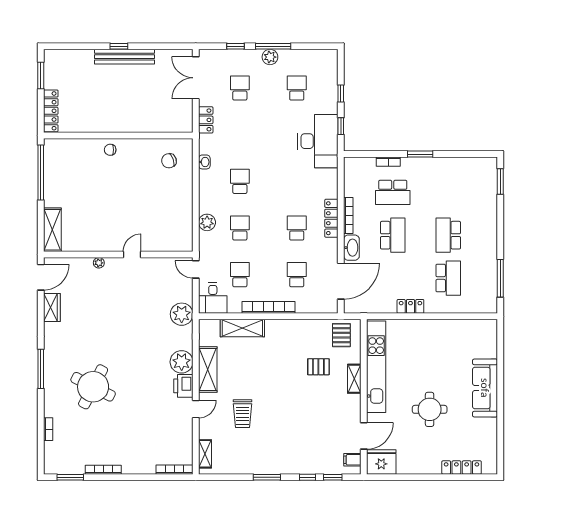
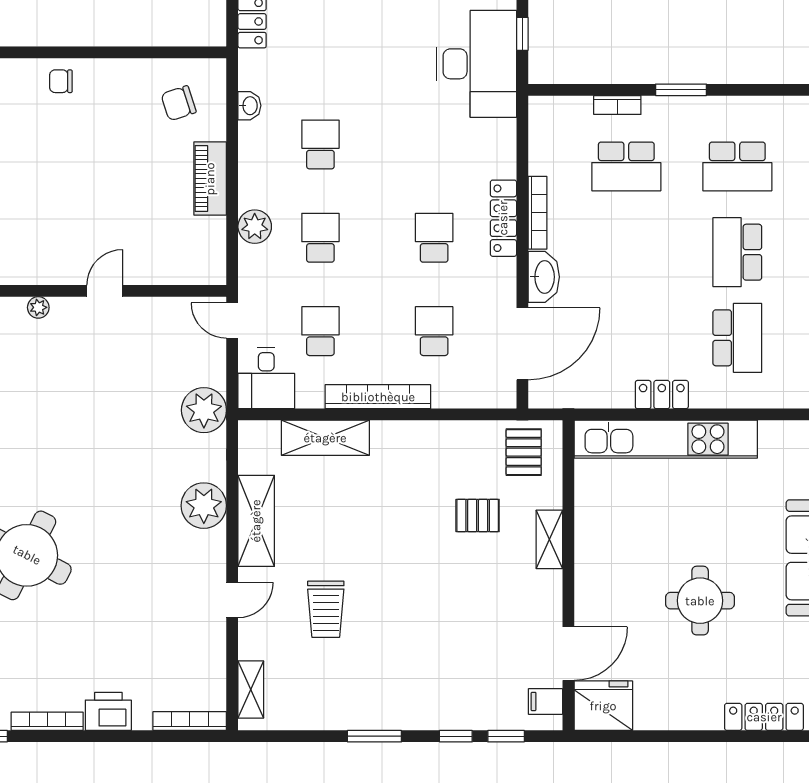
piano: (185, 198) -> (210, 179), added
school desk: (393, 235) -> (737, 166), moved, turned 90
kitchen unit: (376, 367) -> (666, 439), moved, turned 90
printer: (183, 386) -> (108, 711), moved, turned 90

